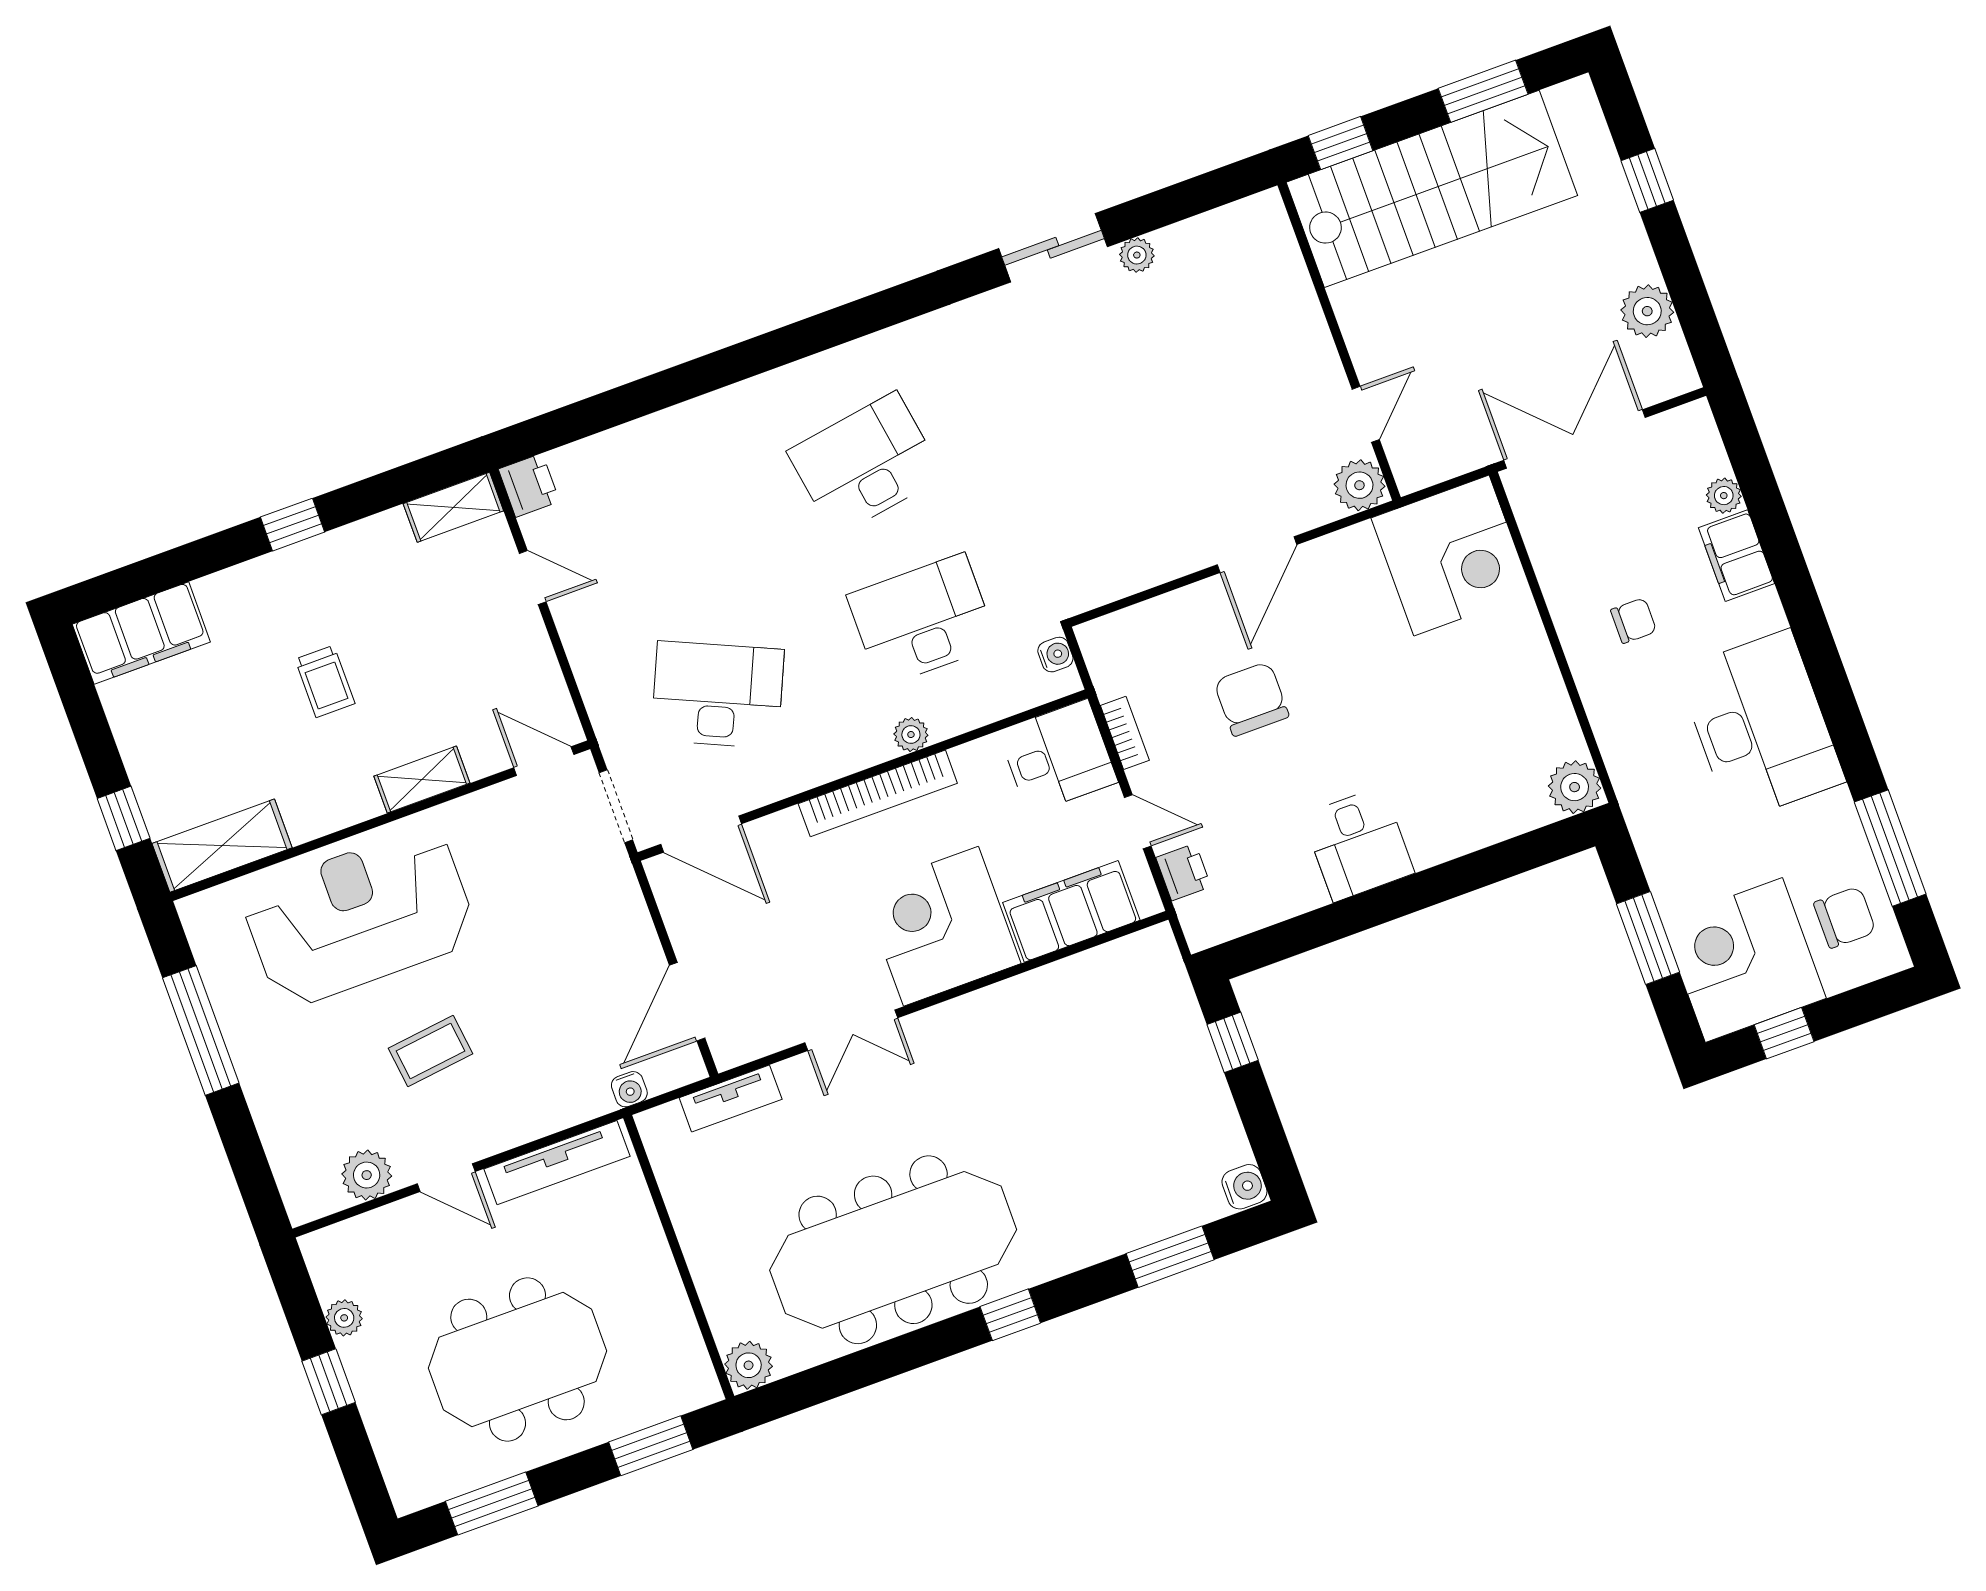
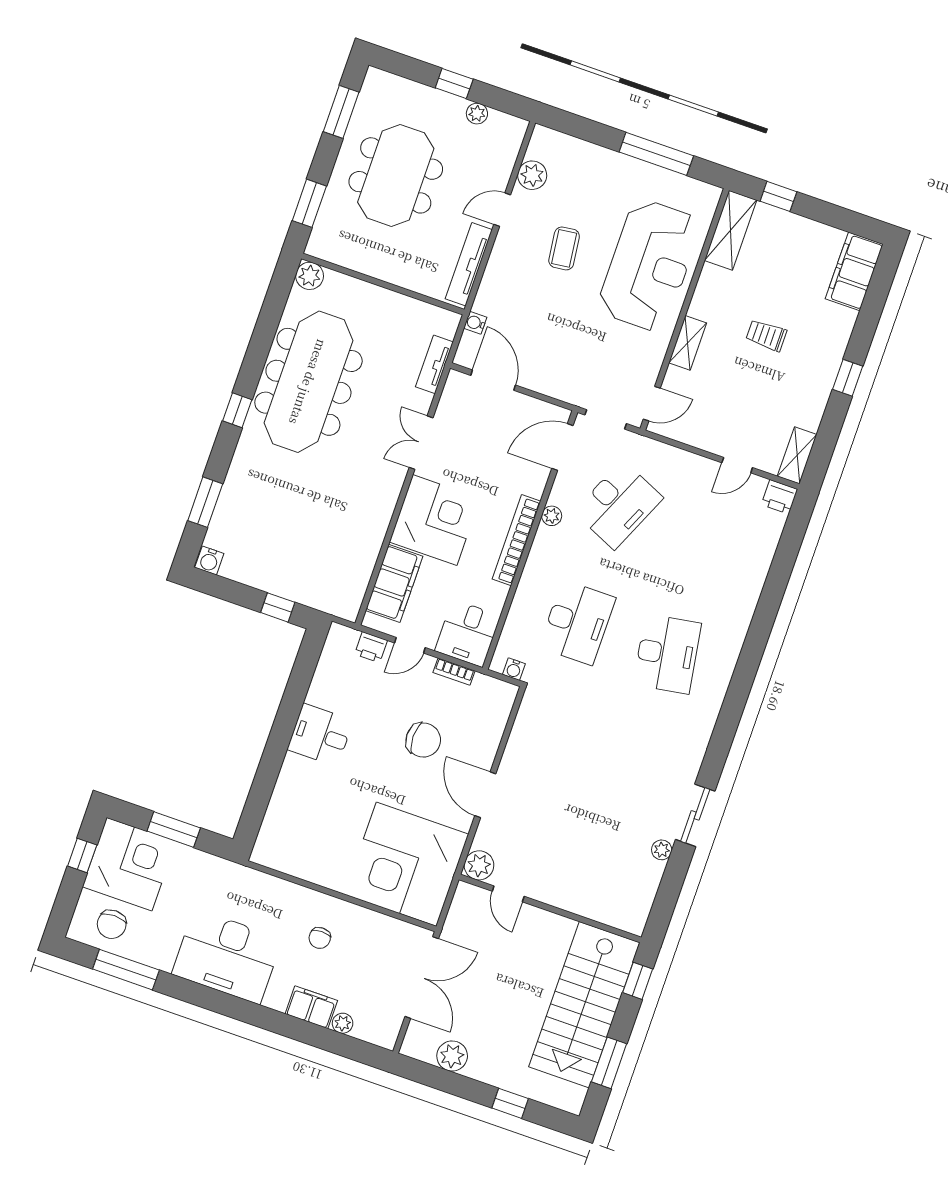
corner desk: (1452, 555) -> (407, 864), width x1.36, depth x1.36
plant: (911, 735) -> (552, 516), moved
plant: (1575, 787) -> (267, 852), removed

